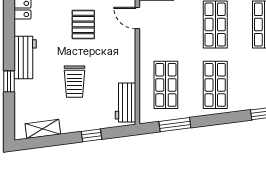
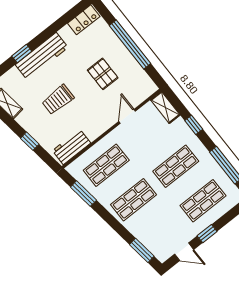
door: (137, 18) -> (127, 116), moved
pallet: (83, 24) -> (103, 74), turned 90
workbench: (25, 58) -> (42, 56), width x1.38

